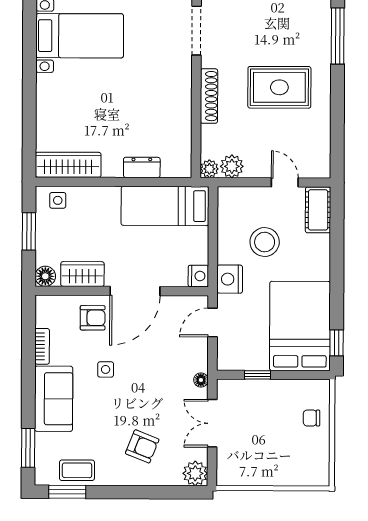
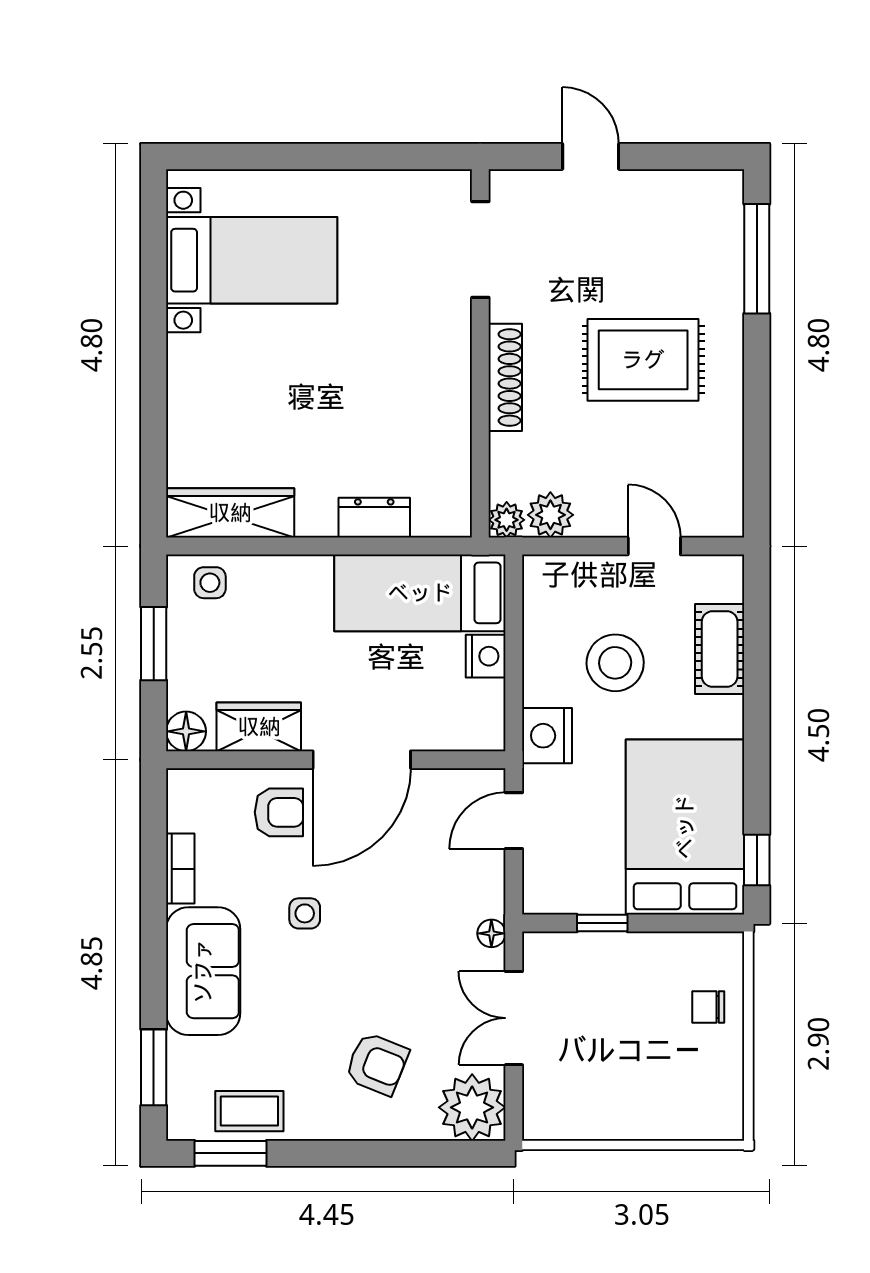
cot: (318, 210) -> (720, 649), moved
nightstand: (198, 276) -> (486, 656), moved
plant: (195, 473) -> (472, 1107), width x1.36, depth x1.36

